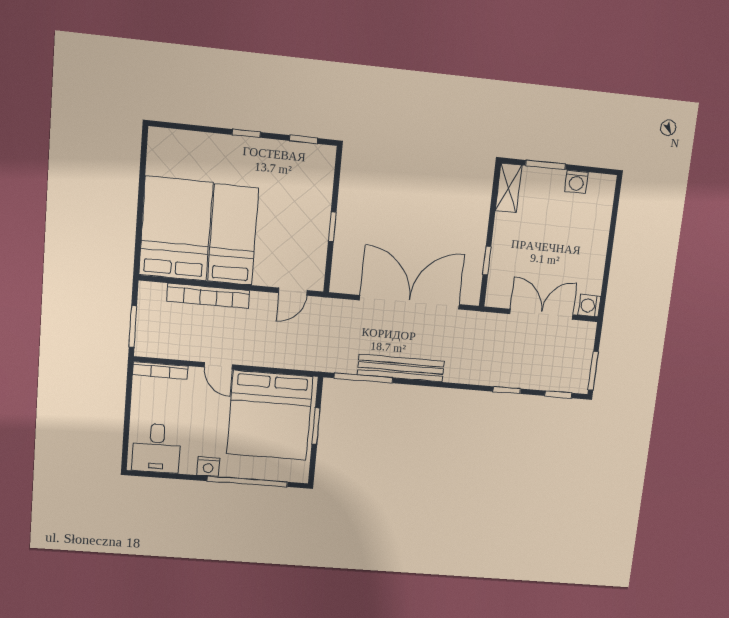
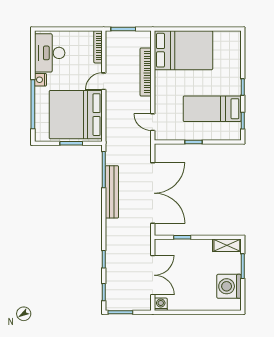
washing machine: (576, 182) -> (229, 286), width x1.89, depth x1.89
bed: (233, 235) -> (212, 109), moved, turned 180
desk: (157, 448) -> (50, 53), width x1.37

